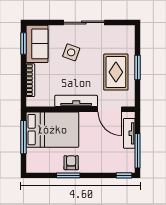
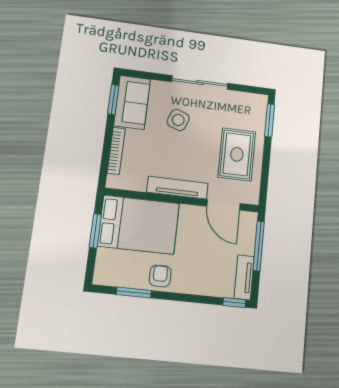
window: (138, 67) -> (270, 120), moved
tv unit: (129, 133) -> (244, 277), moved
window: (24, 137) -> (95, 231), width x0.69
window: (138, 151) -> (259, 246), moved
window: (68, 175) -> (134, 293), moved

